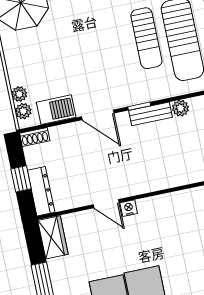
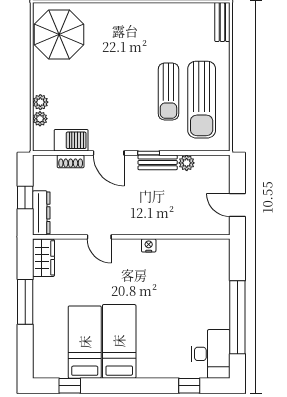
plant: (23, 111) -> (40, 102), moved
shoe rack: (35, 137) -> (71, 161), moved
nightstand: (129, 208) -> (149, 245), moved

